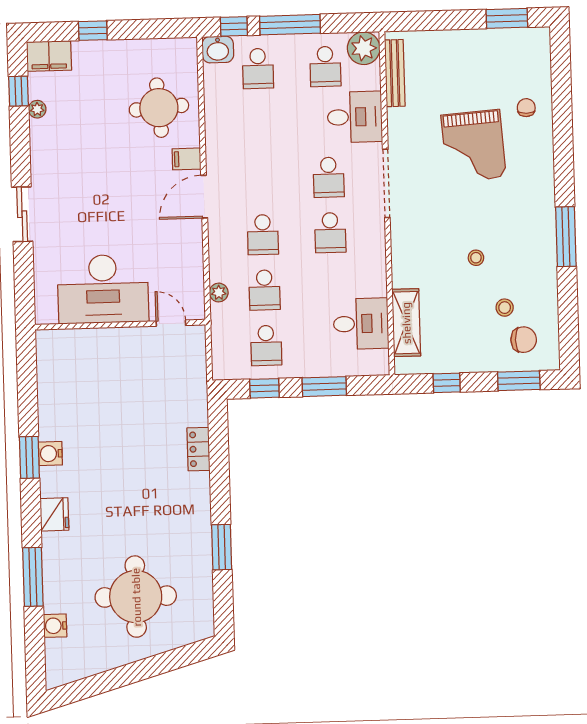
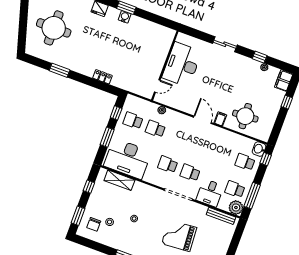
window: (290, 25) -> (252, 196), moved
window: (18, 91) -> (260, 57), moved
school desk: (263, 235) -> (178, 137), removed
desk: (361, 324) -> (128, 159), width x1.87, depth x1.30

